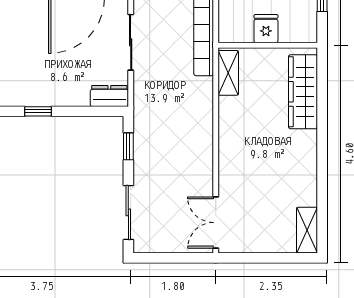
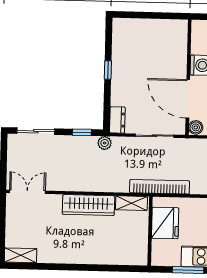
fridge: (266, 29) -> (165, 223), width x1.88, depth x1.34
wardrobe: (303, 92) -> (88, 205), moved, turned 180
plant: (143, 113) -> (105, 143), added

